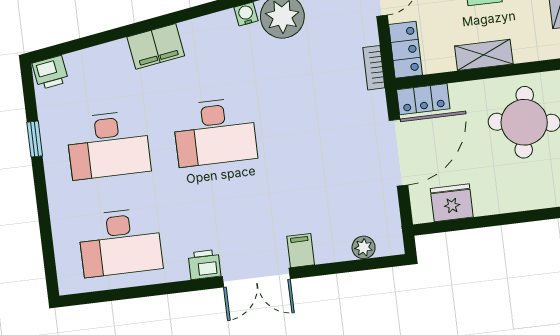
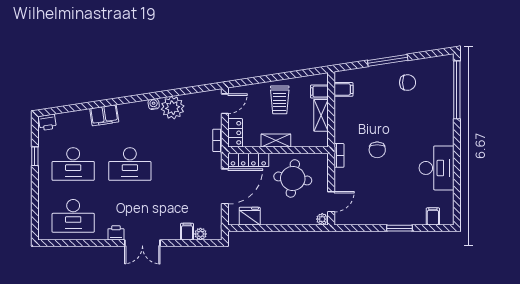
locker: (423, 99) -> (248, 160), width x1.53
filing cabinet: (301, 251) -> (187, 232), moved

